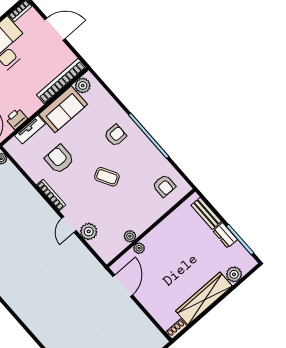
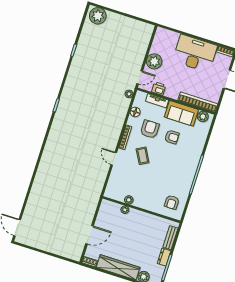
armchair: (115, 135) -> (172, 137), moved
floor lamp: (28, 164) -> (135, 112), added
coffee table: (107, 177) -> (143, 156), moved
door: (69, 224) -> (114, 159), hinge flipped
plant: (89, 231) -> (117, 173), removed
door: (123, 286) -> (89, 235), moved

